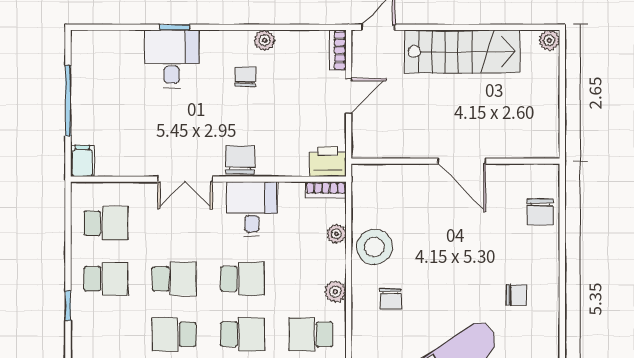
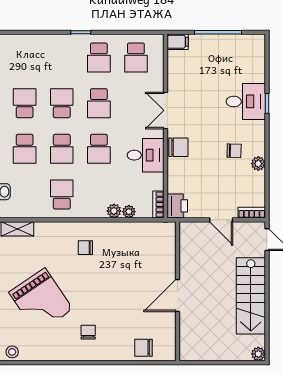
stool: (374, 247) -> (120, 237), removed
plant: (335, 292) -> (114, 211), moved
chair: (516, 295) -> (88, 332), turned 180

